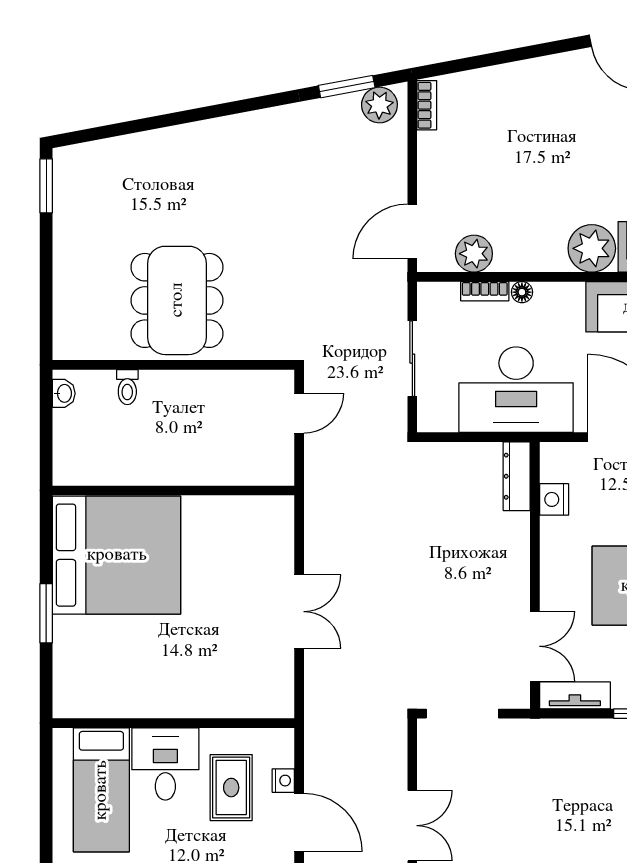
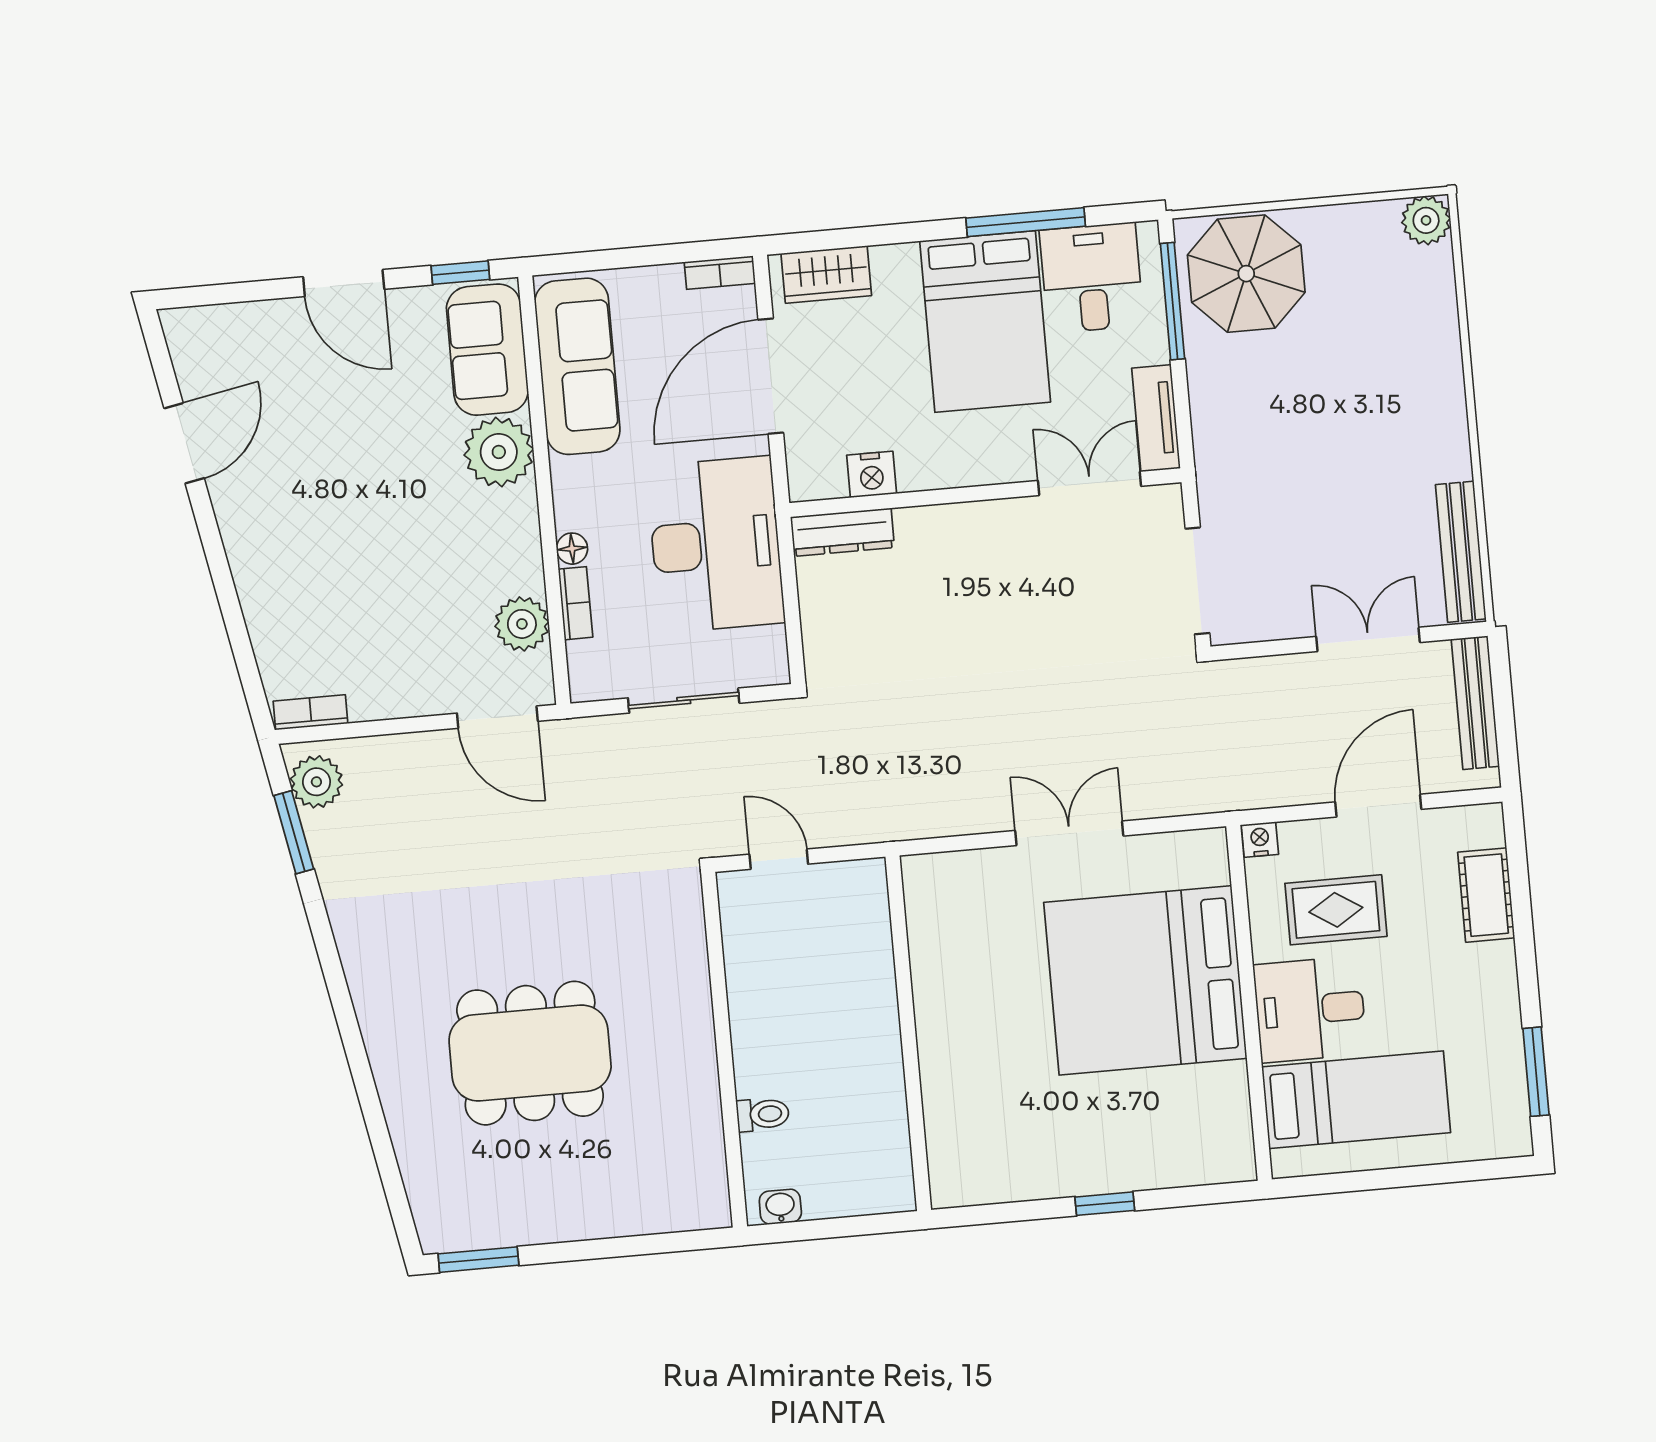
dining table: (177, 300) -> (530, 1053), moved
bed: (117, 555) -> (1145, 980), moved, turned -90
window: (46, 613) -> (1105, 1204), width x0.67
nightstand: (283, 781) -> (1260, 840), moved

